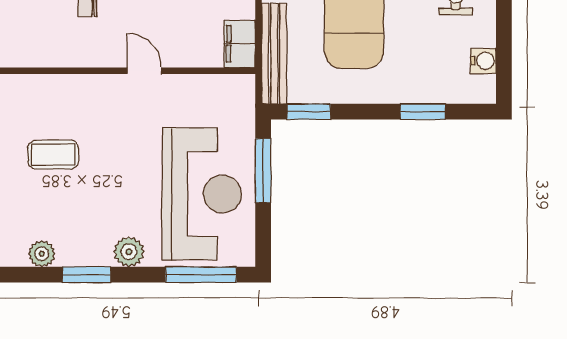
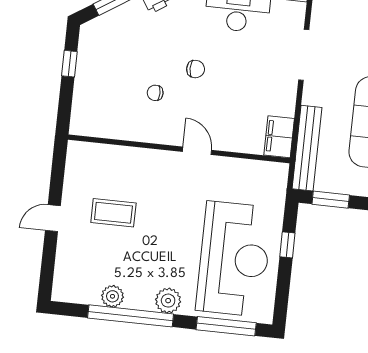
window: (263, 171) -> (287, 245), width x0.46
plant: (42, 254) -> (112, 296), moved
window: (86, 275) -> (131, 316), width x2.11

